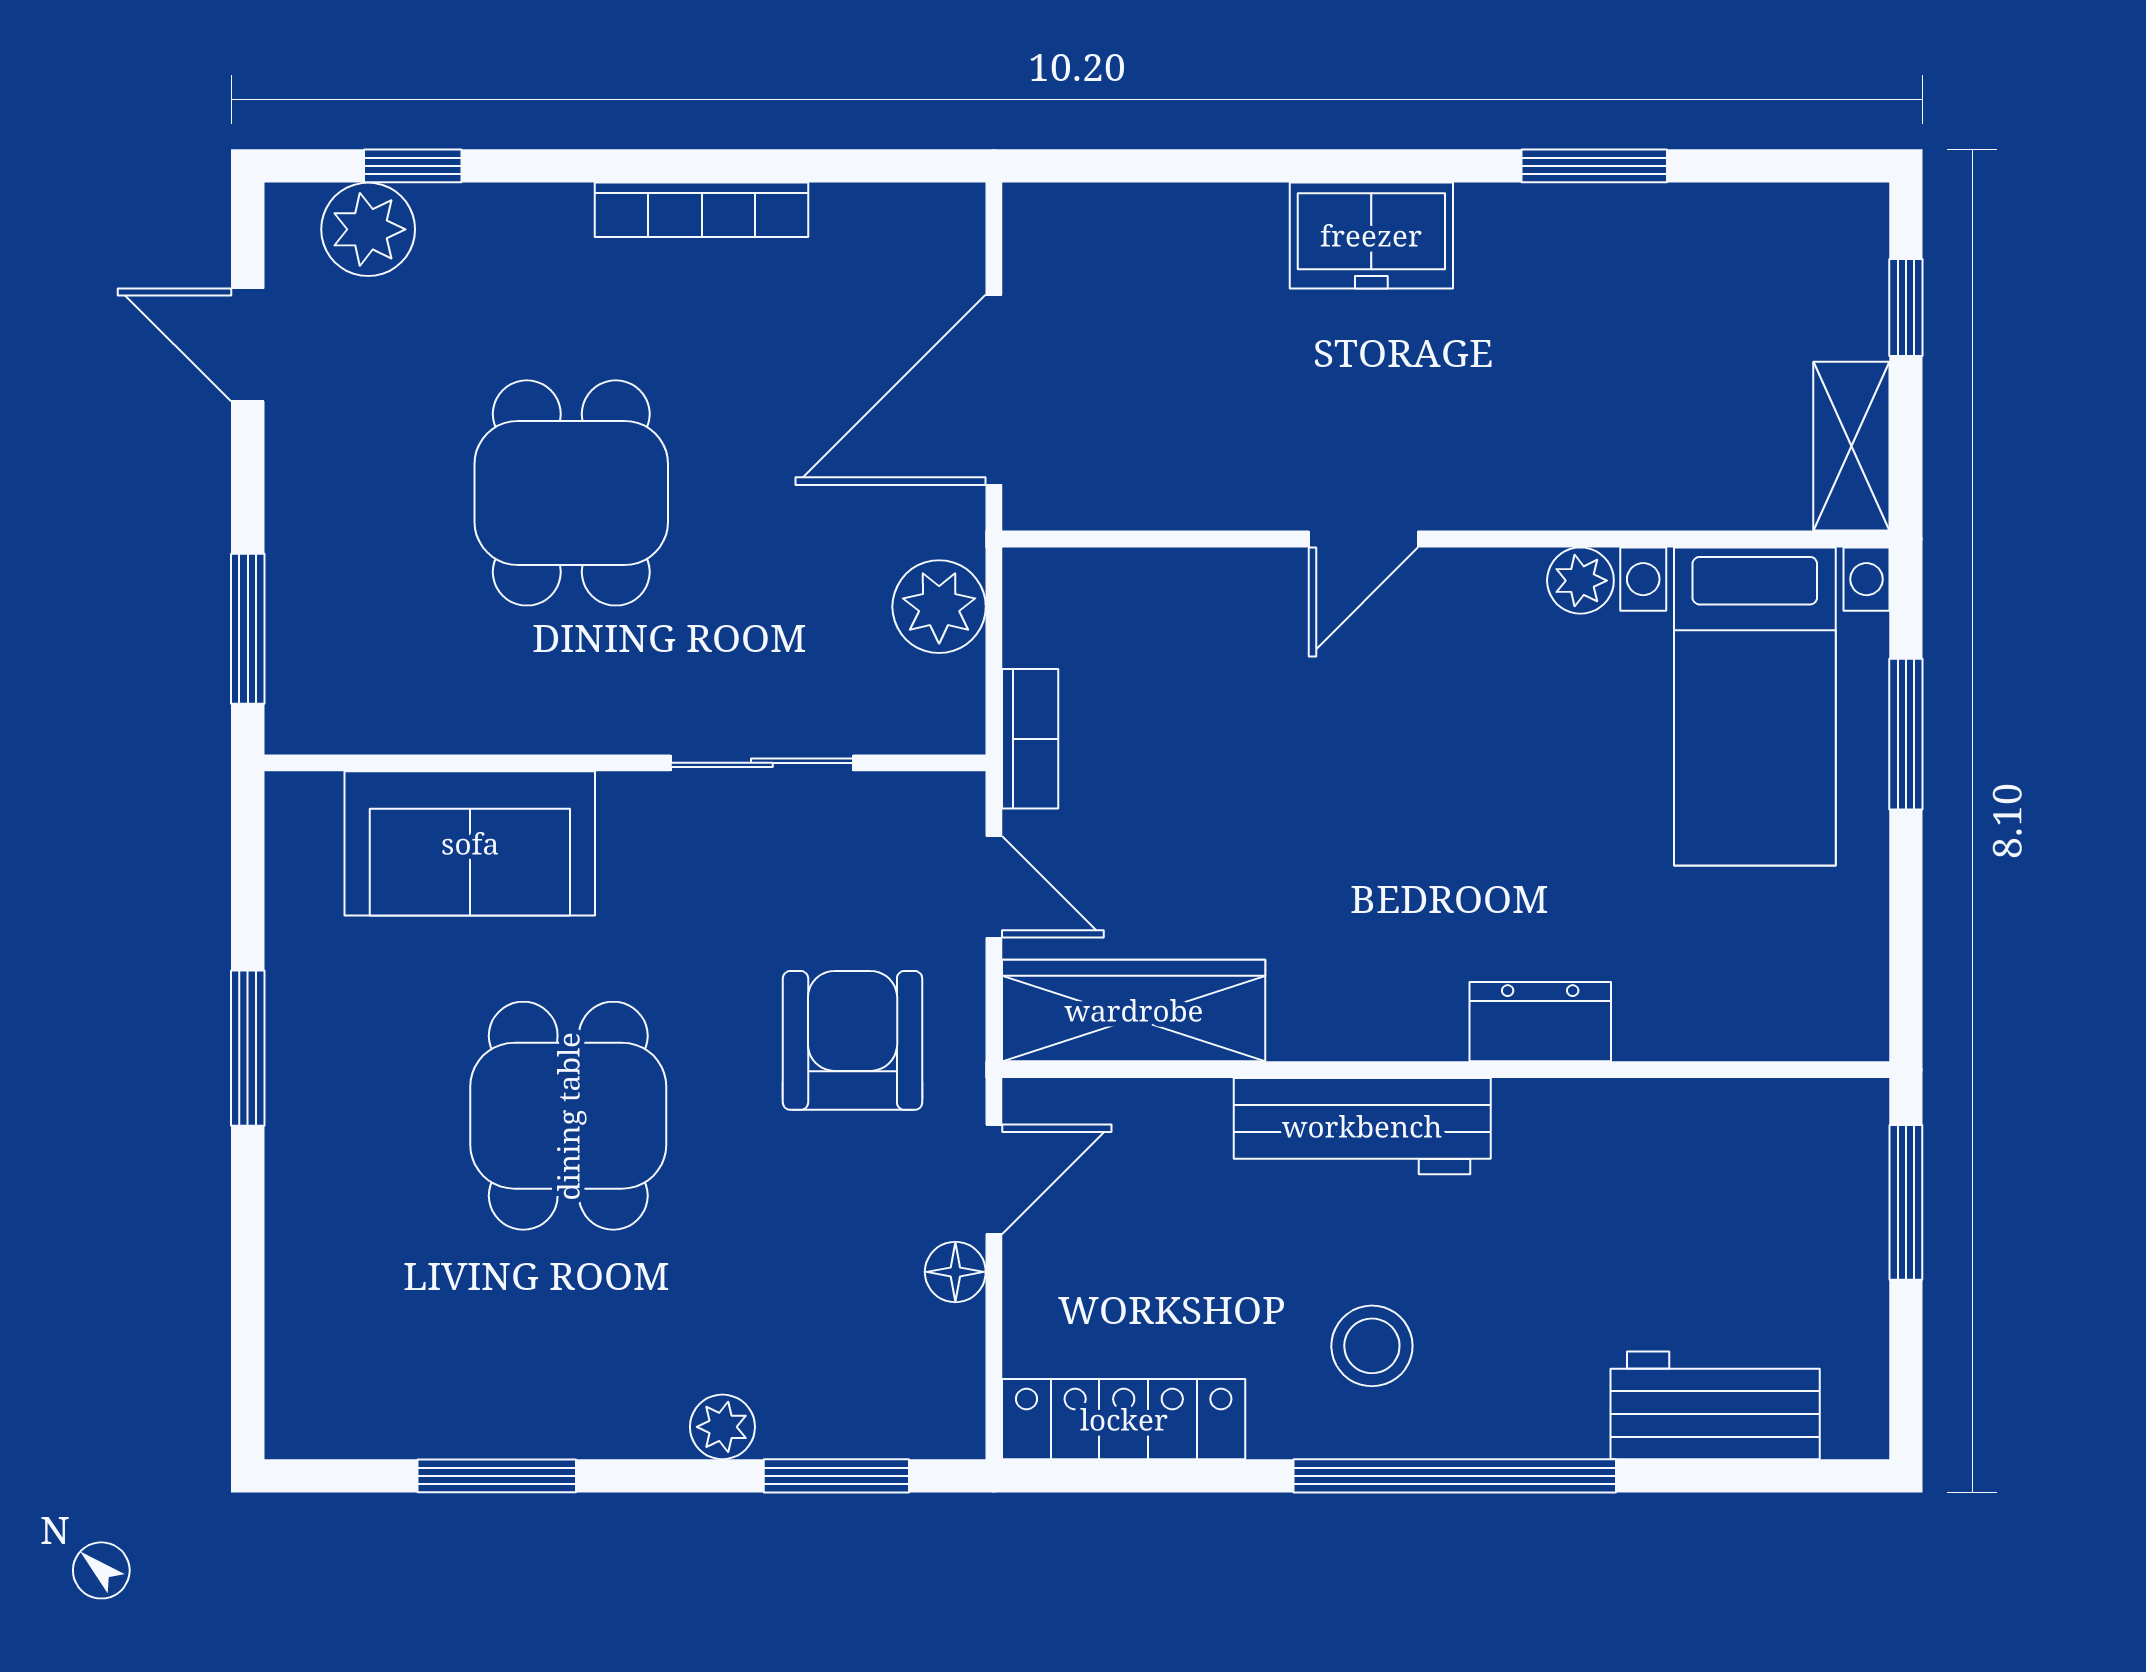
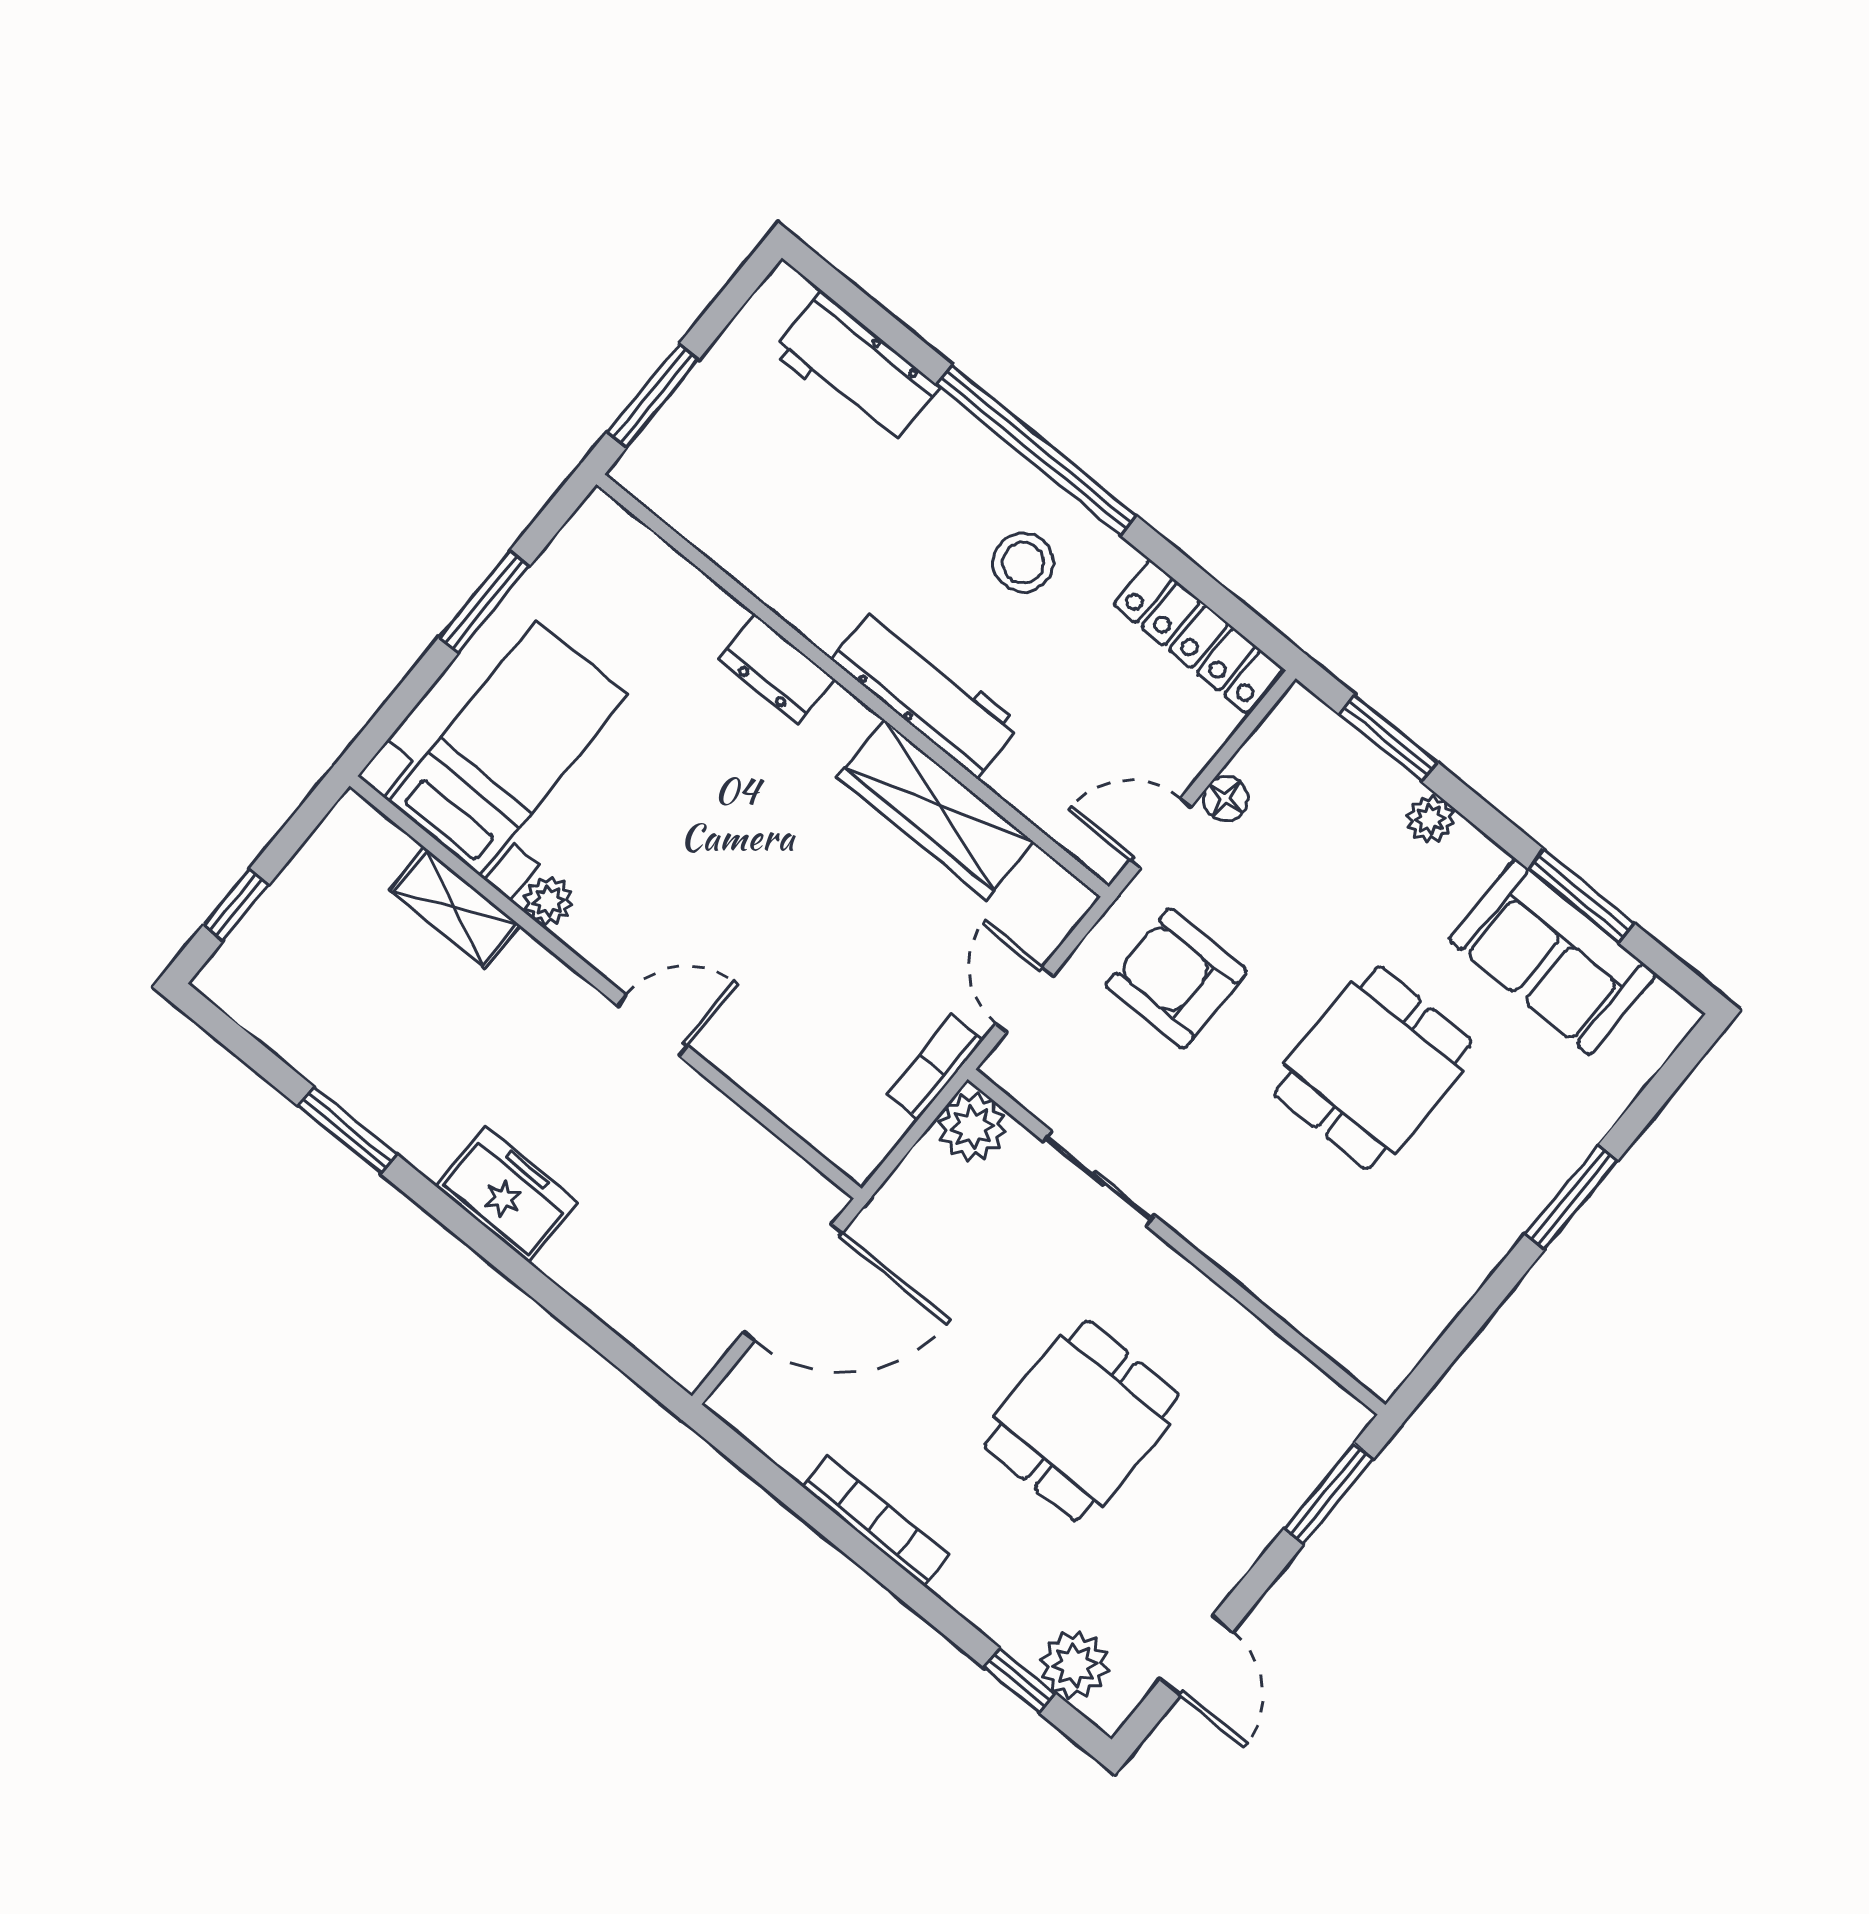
shelving: (1851, 446) -> (455, 908), moved, turned 90
plant: (939, 607) -> (972, 1127), moved
window: (1906, 734) -> (484, 602), moved
sofa: (470, 843) -> (1552, 957), moved, turned 180
wardrobe: (1134, 1010) -> (935, 809), moved
armchair: (853, 1040) -> (1176, 978), turned 90
window: (248, 1048) -> (1571, 1198), moved

